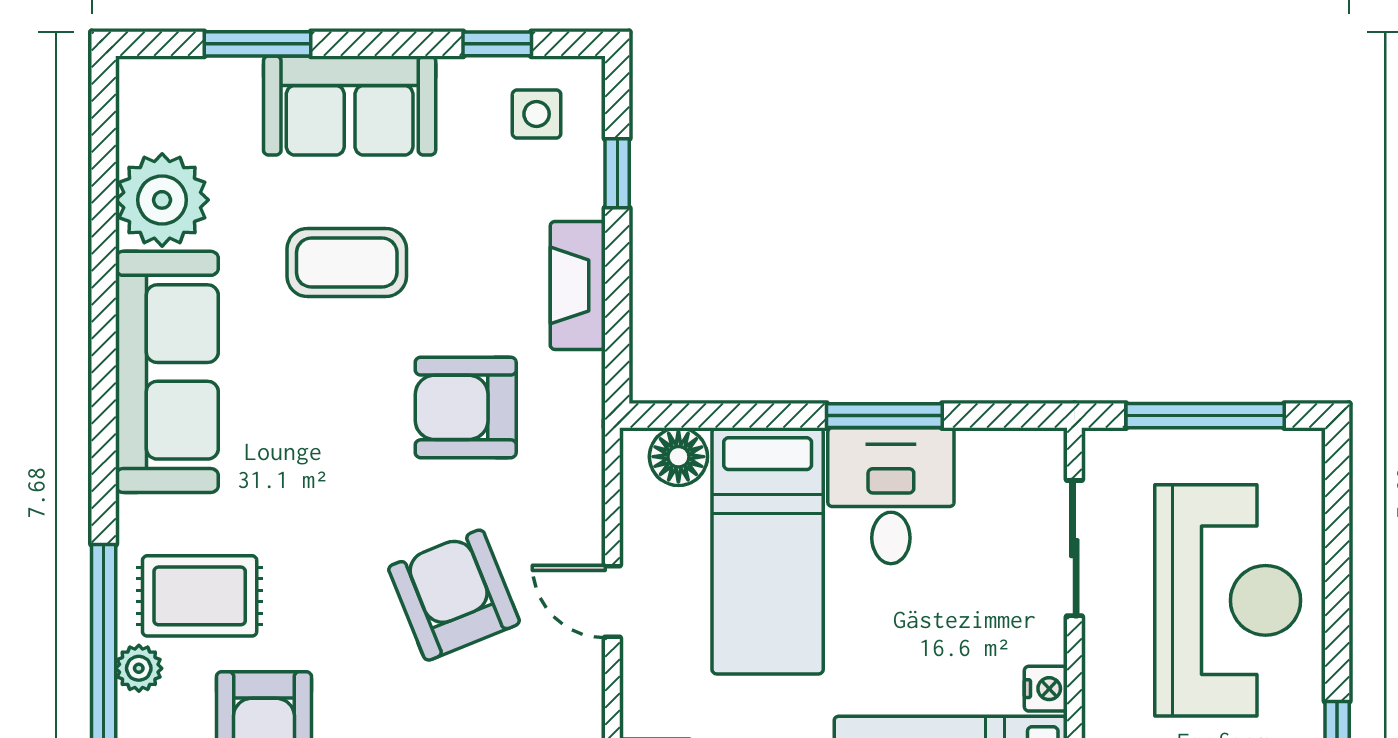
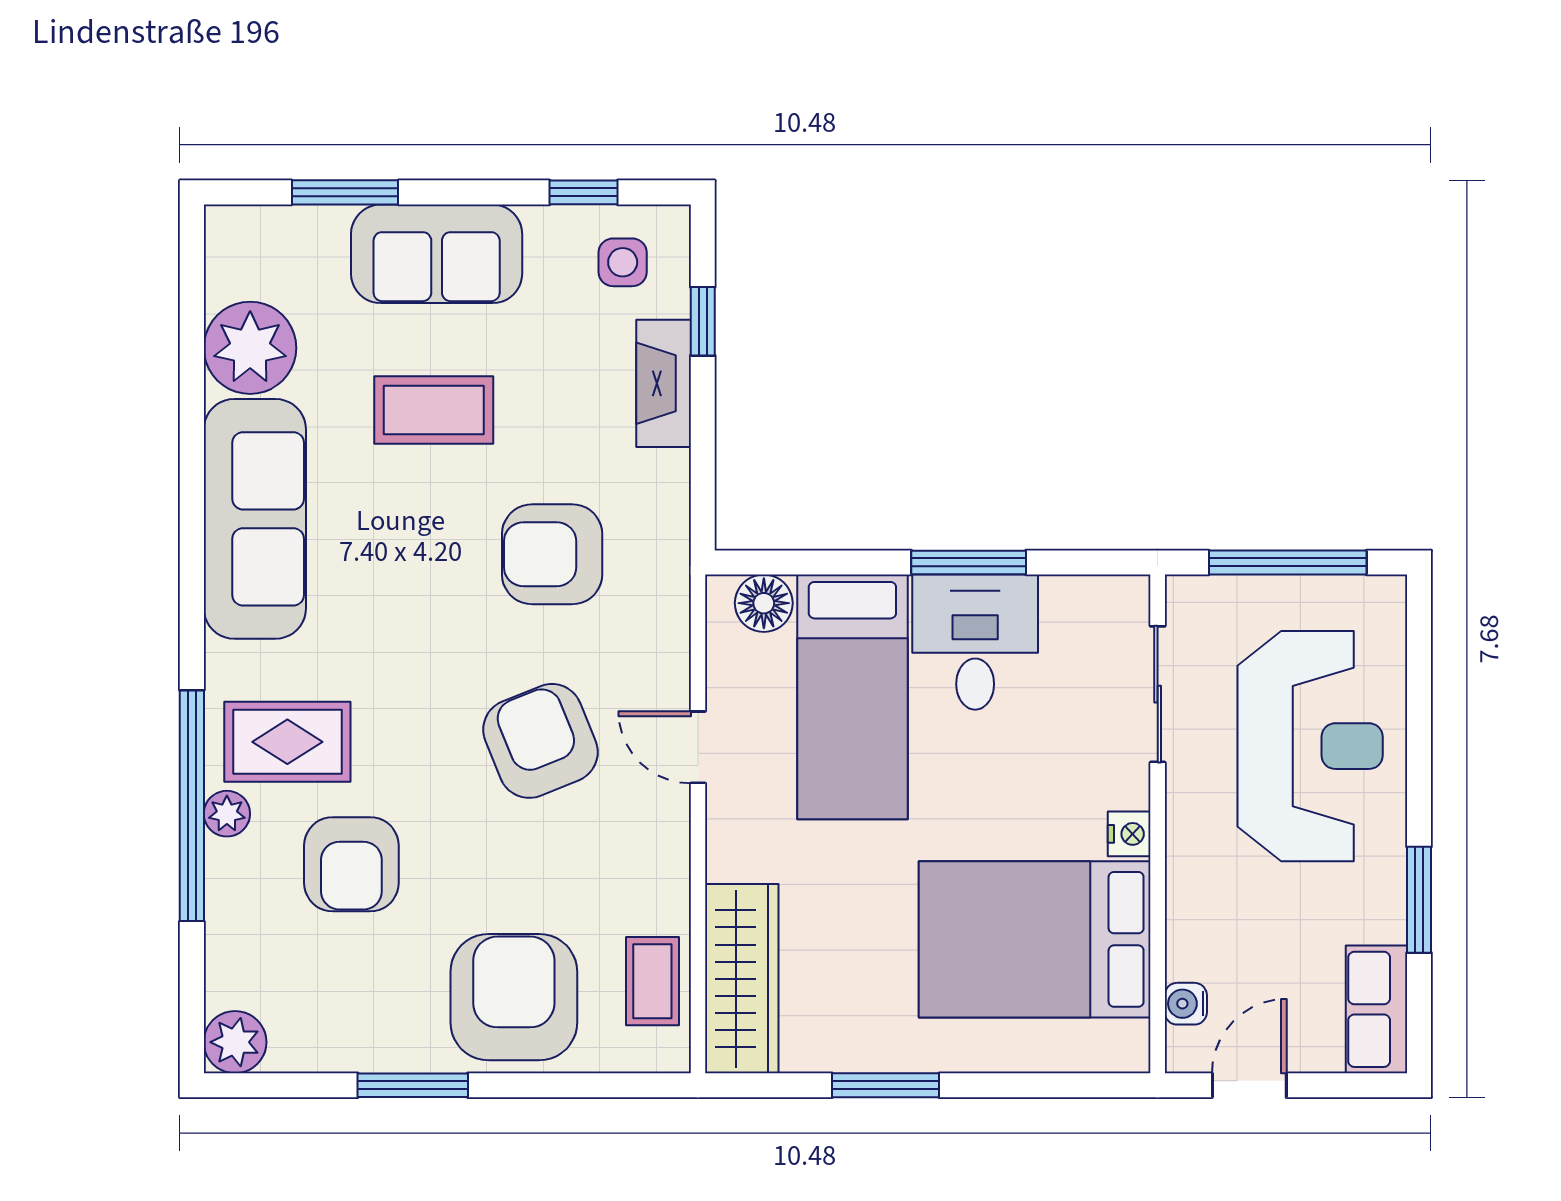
fireplace: (578, 285) -> (664, 383), moved

